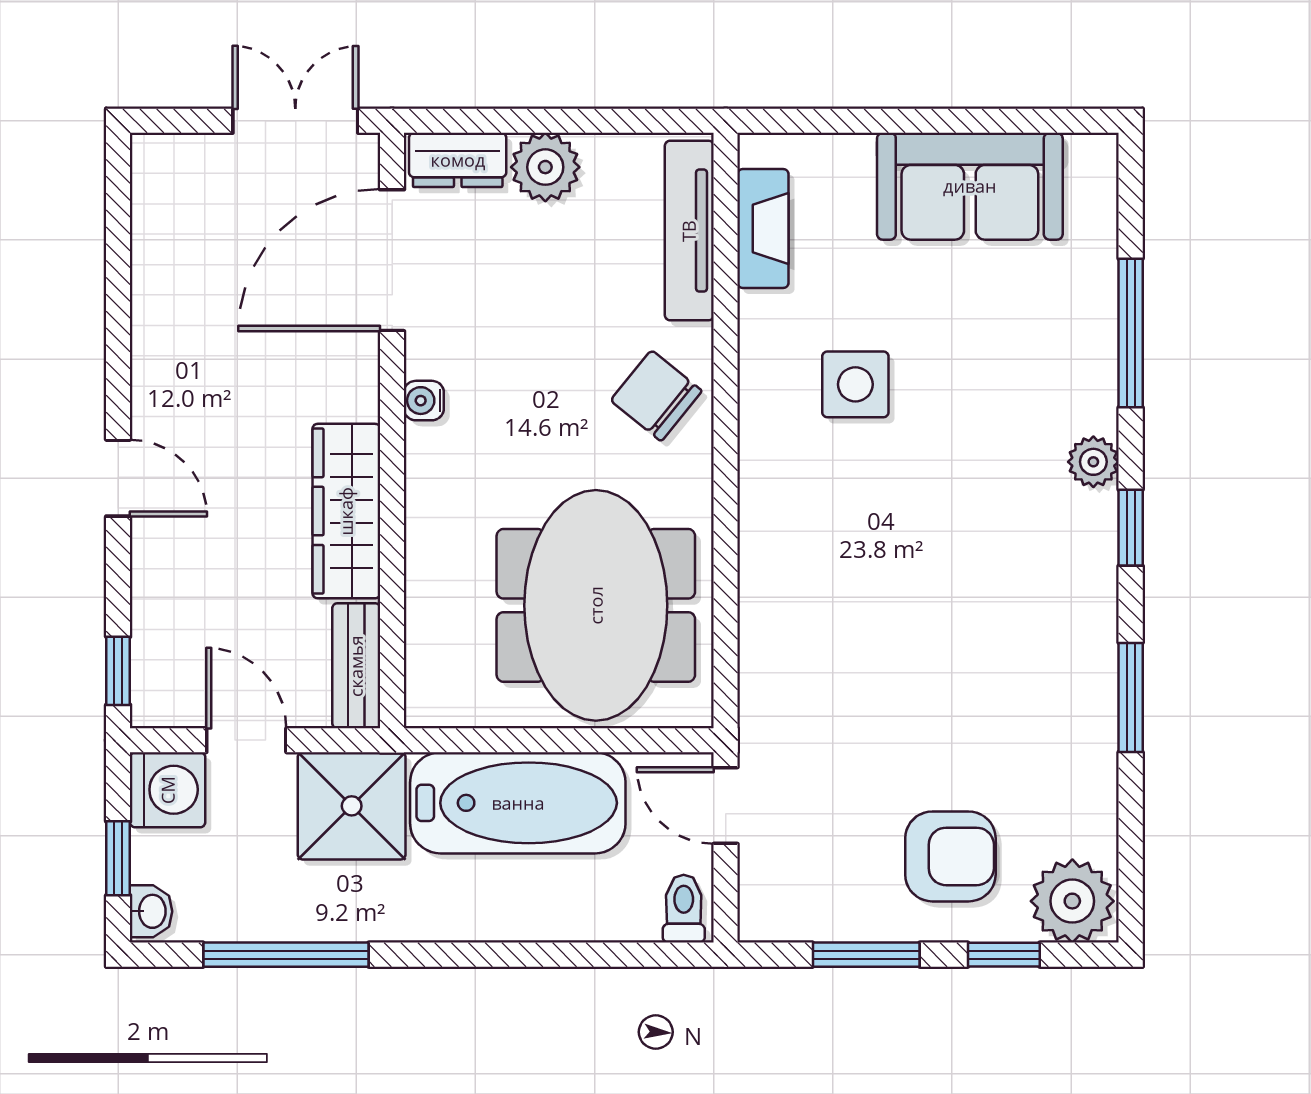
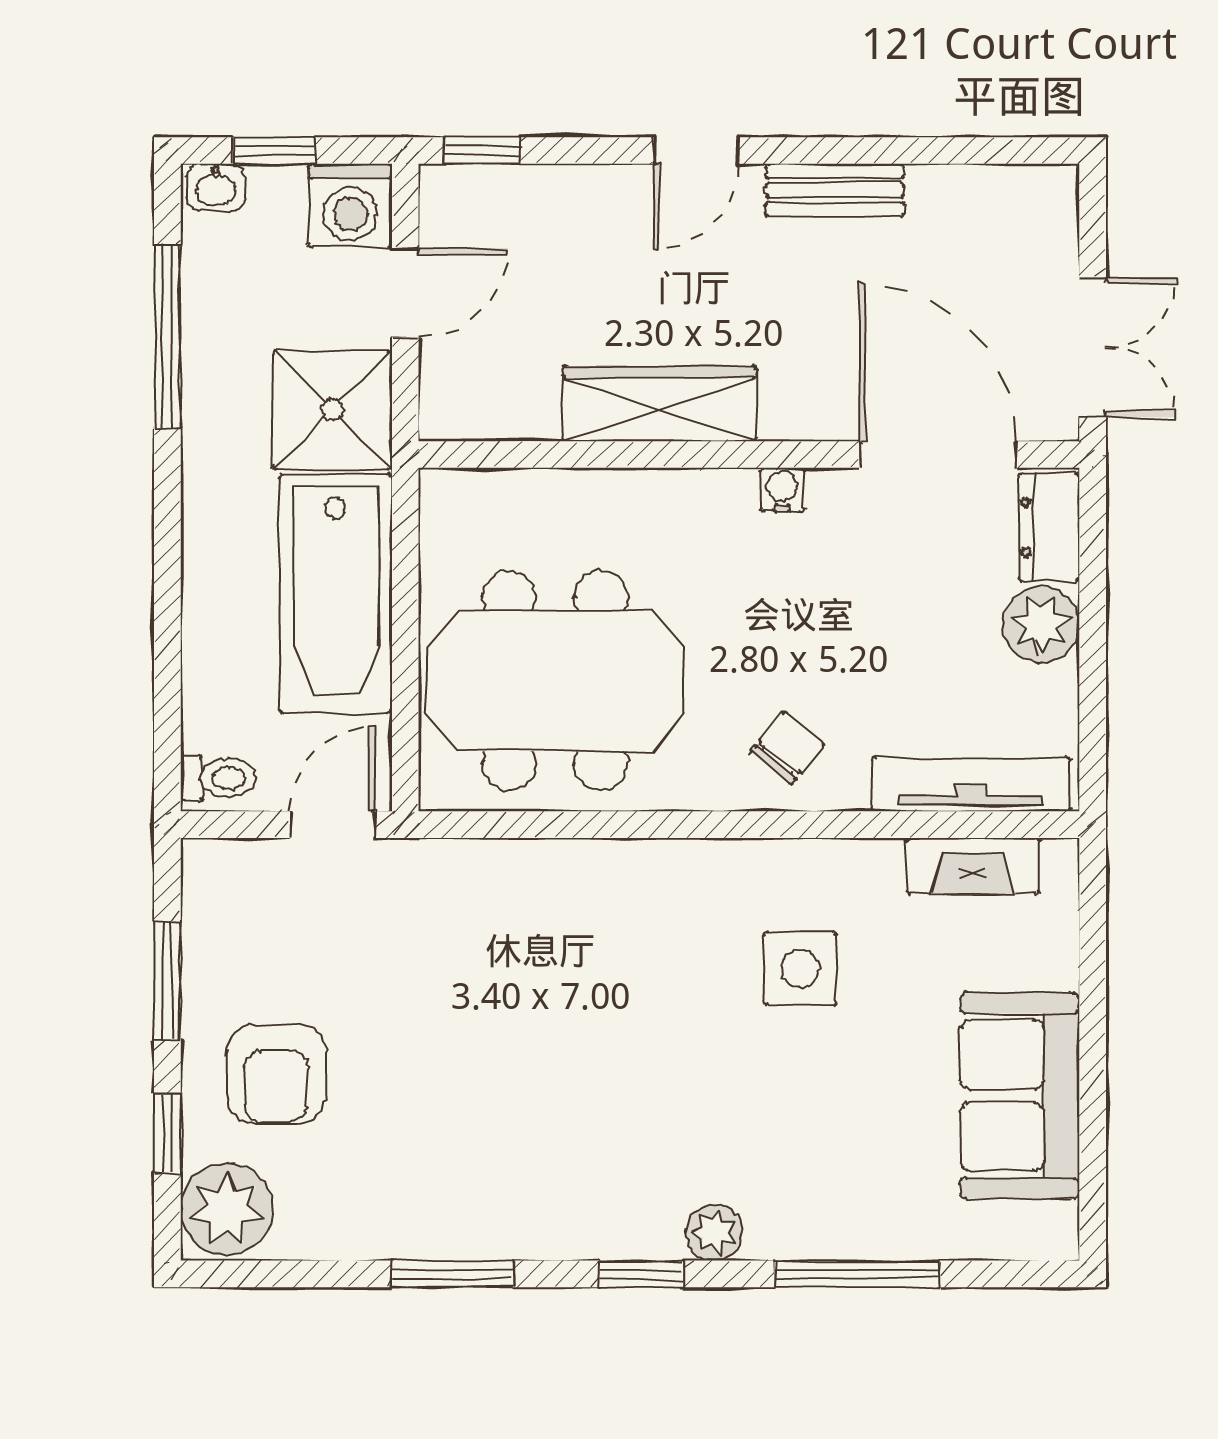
chair: (656, 396) -> (788, 748), width x0.73, depth x0.73
bench: (356, 666) -> (835, 190), moved

